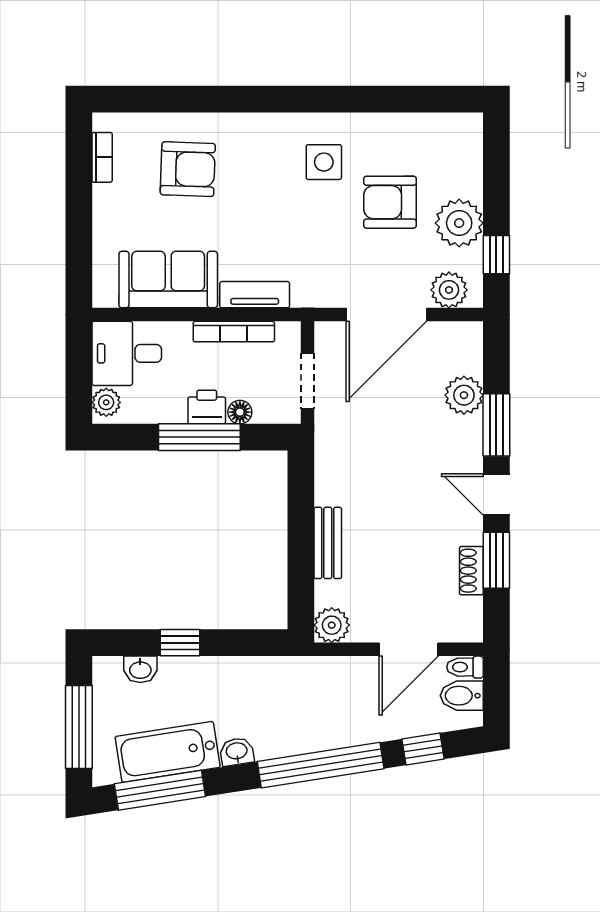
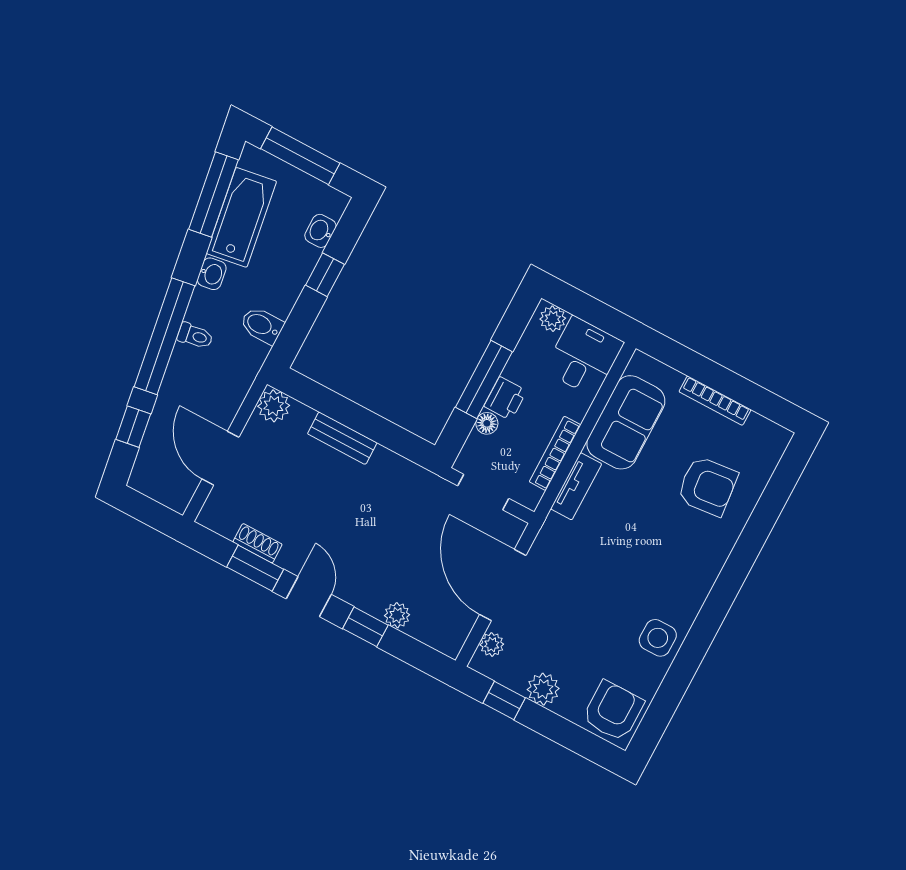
bookcase: (102, 157) -> (715, 401), moved, width x1.56
side table: (324, 162) -> (658, 638), moved
armchair: (188, 169) -> (707, 486), turned -98
armchair: (390, 202) -> (613, 711), moved
plant: (459, 223) -> (543, 689), width x0.73, depth x0.73
plant: (449, 290) -> (492, 644), width x0.73, depth x0.73
plant: (464, 395) -> (397, 615), width x0.73, depth x0.73
window: (496, 425) -> (365, 627), width x0.67
door: (496, 494) -> (309, 597), hinge flipped
toilet: (465, 667) -> (195, 336), moved, turned 81
bidet: (462, 696) -> (262, 325), moved, turned -90

